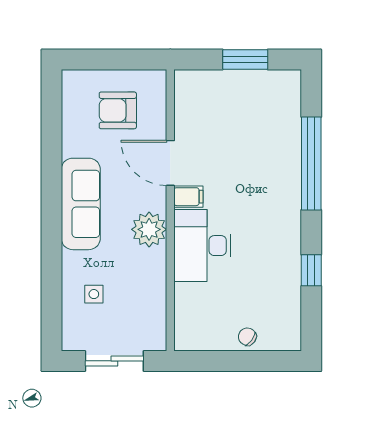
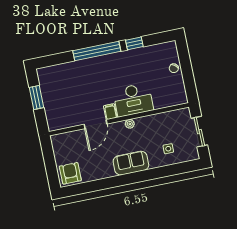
armchair: (118, 110) -> (70, 173), moved, turned 180
window: (311, 163) -> (97, 51), moved
sofa: (81, 204) -> (131, 163), width x0.73
plant: (149, 229) -> (130, 124), width x0.53, depth x0.53

